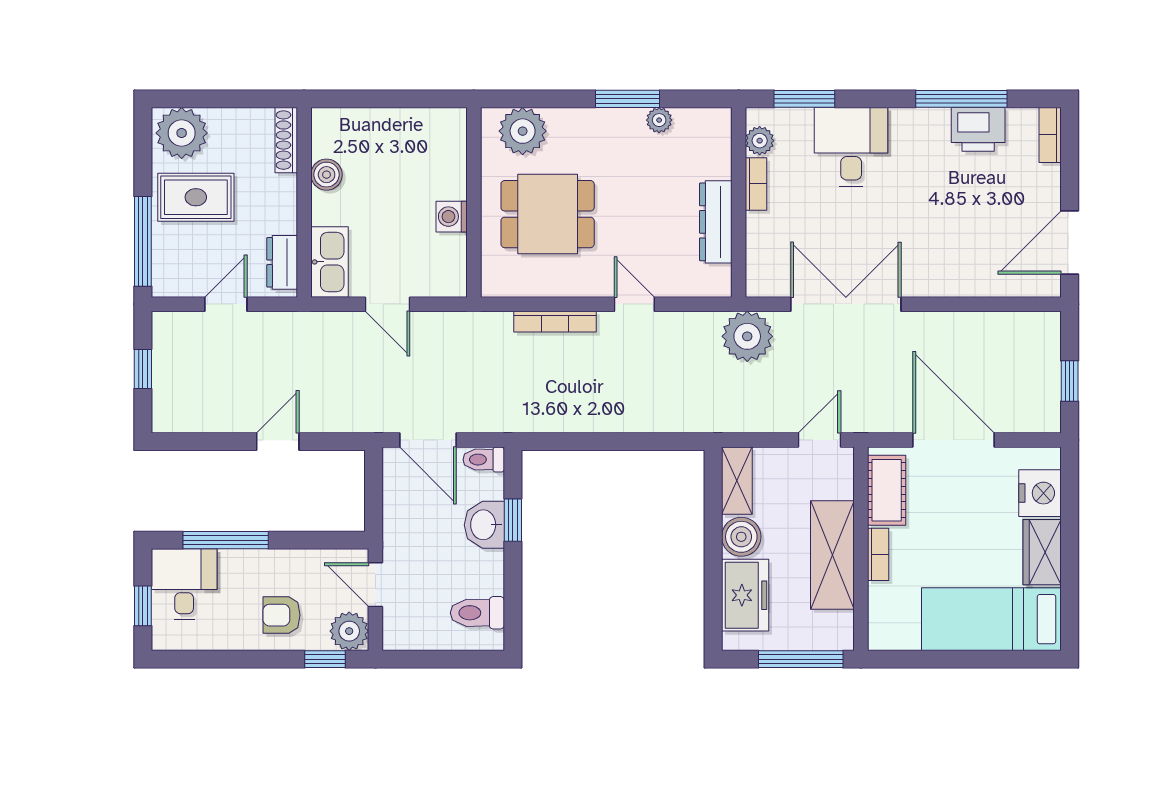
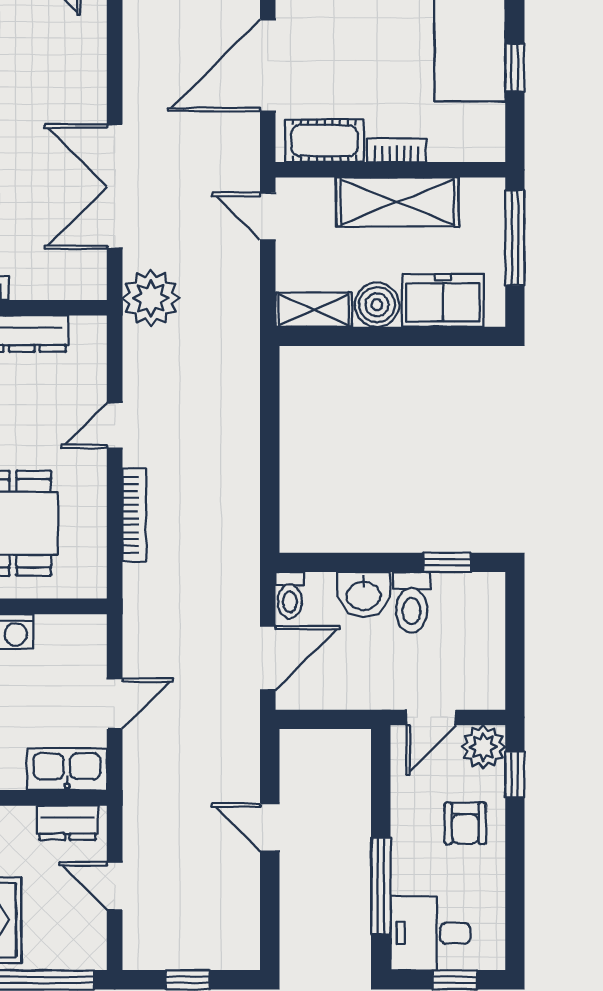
window: (513, 520) -> (447, 562), moved
toilet: (477, 613) -> (412, 602), moved
window: (951, 659) -> (515, 68), added

